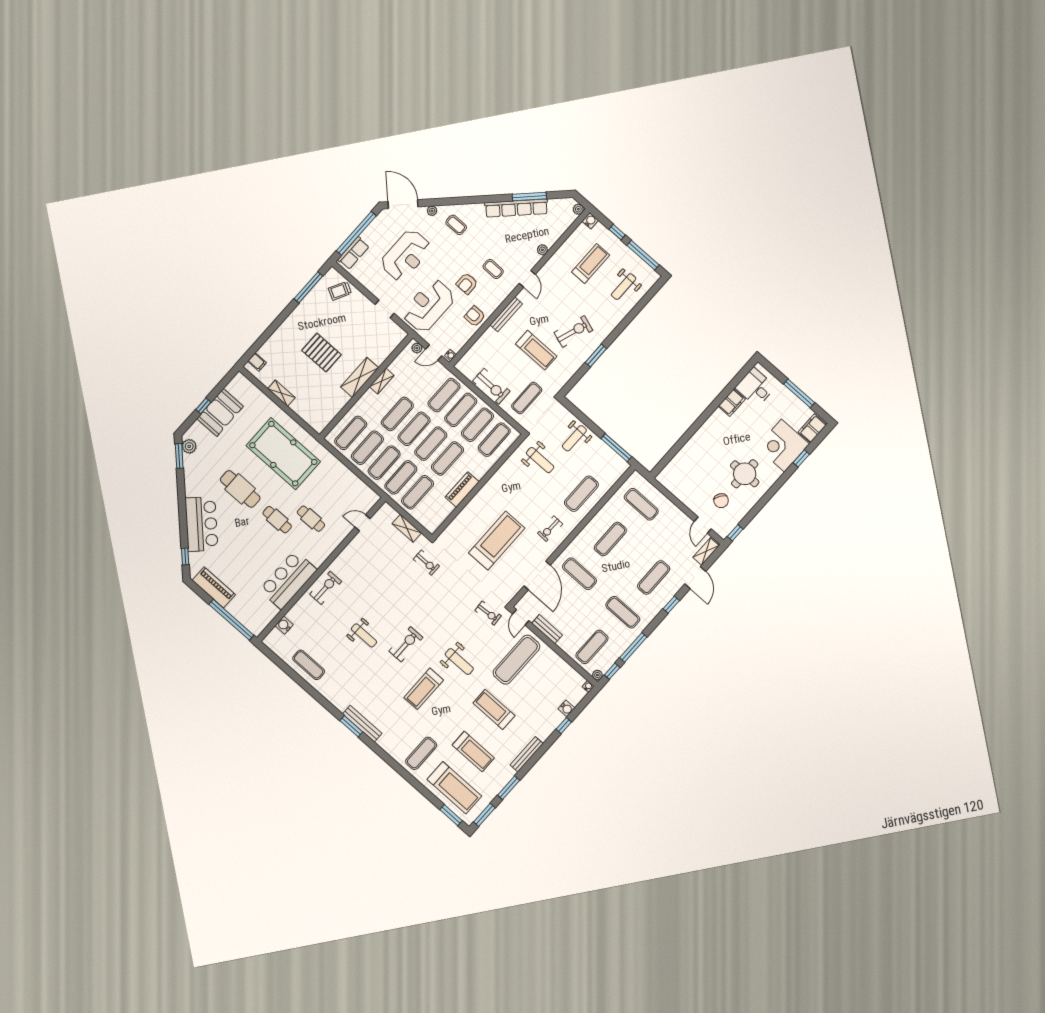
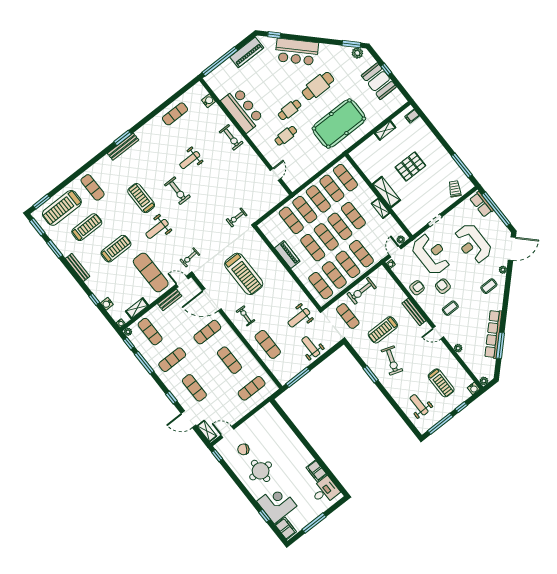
shelving: (407, 528) -> (137, 308), moved
treadmill: (473, 752) -> (87, 227), turned 180

